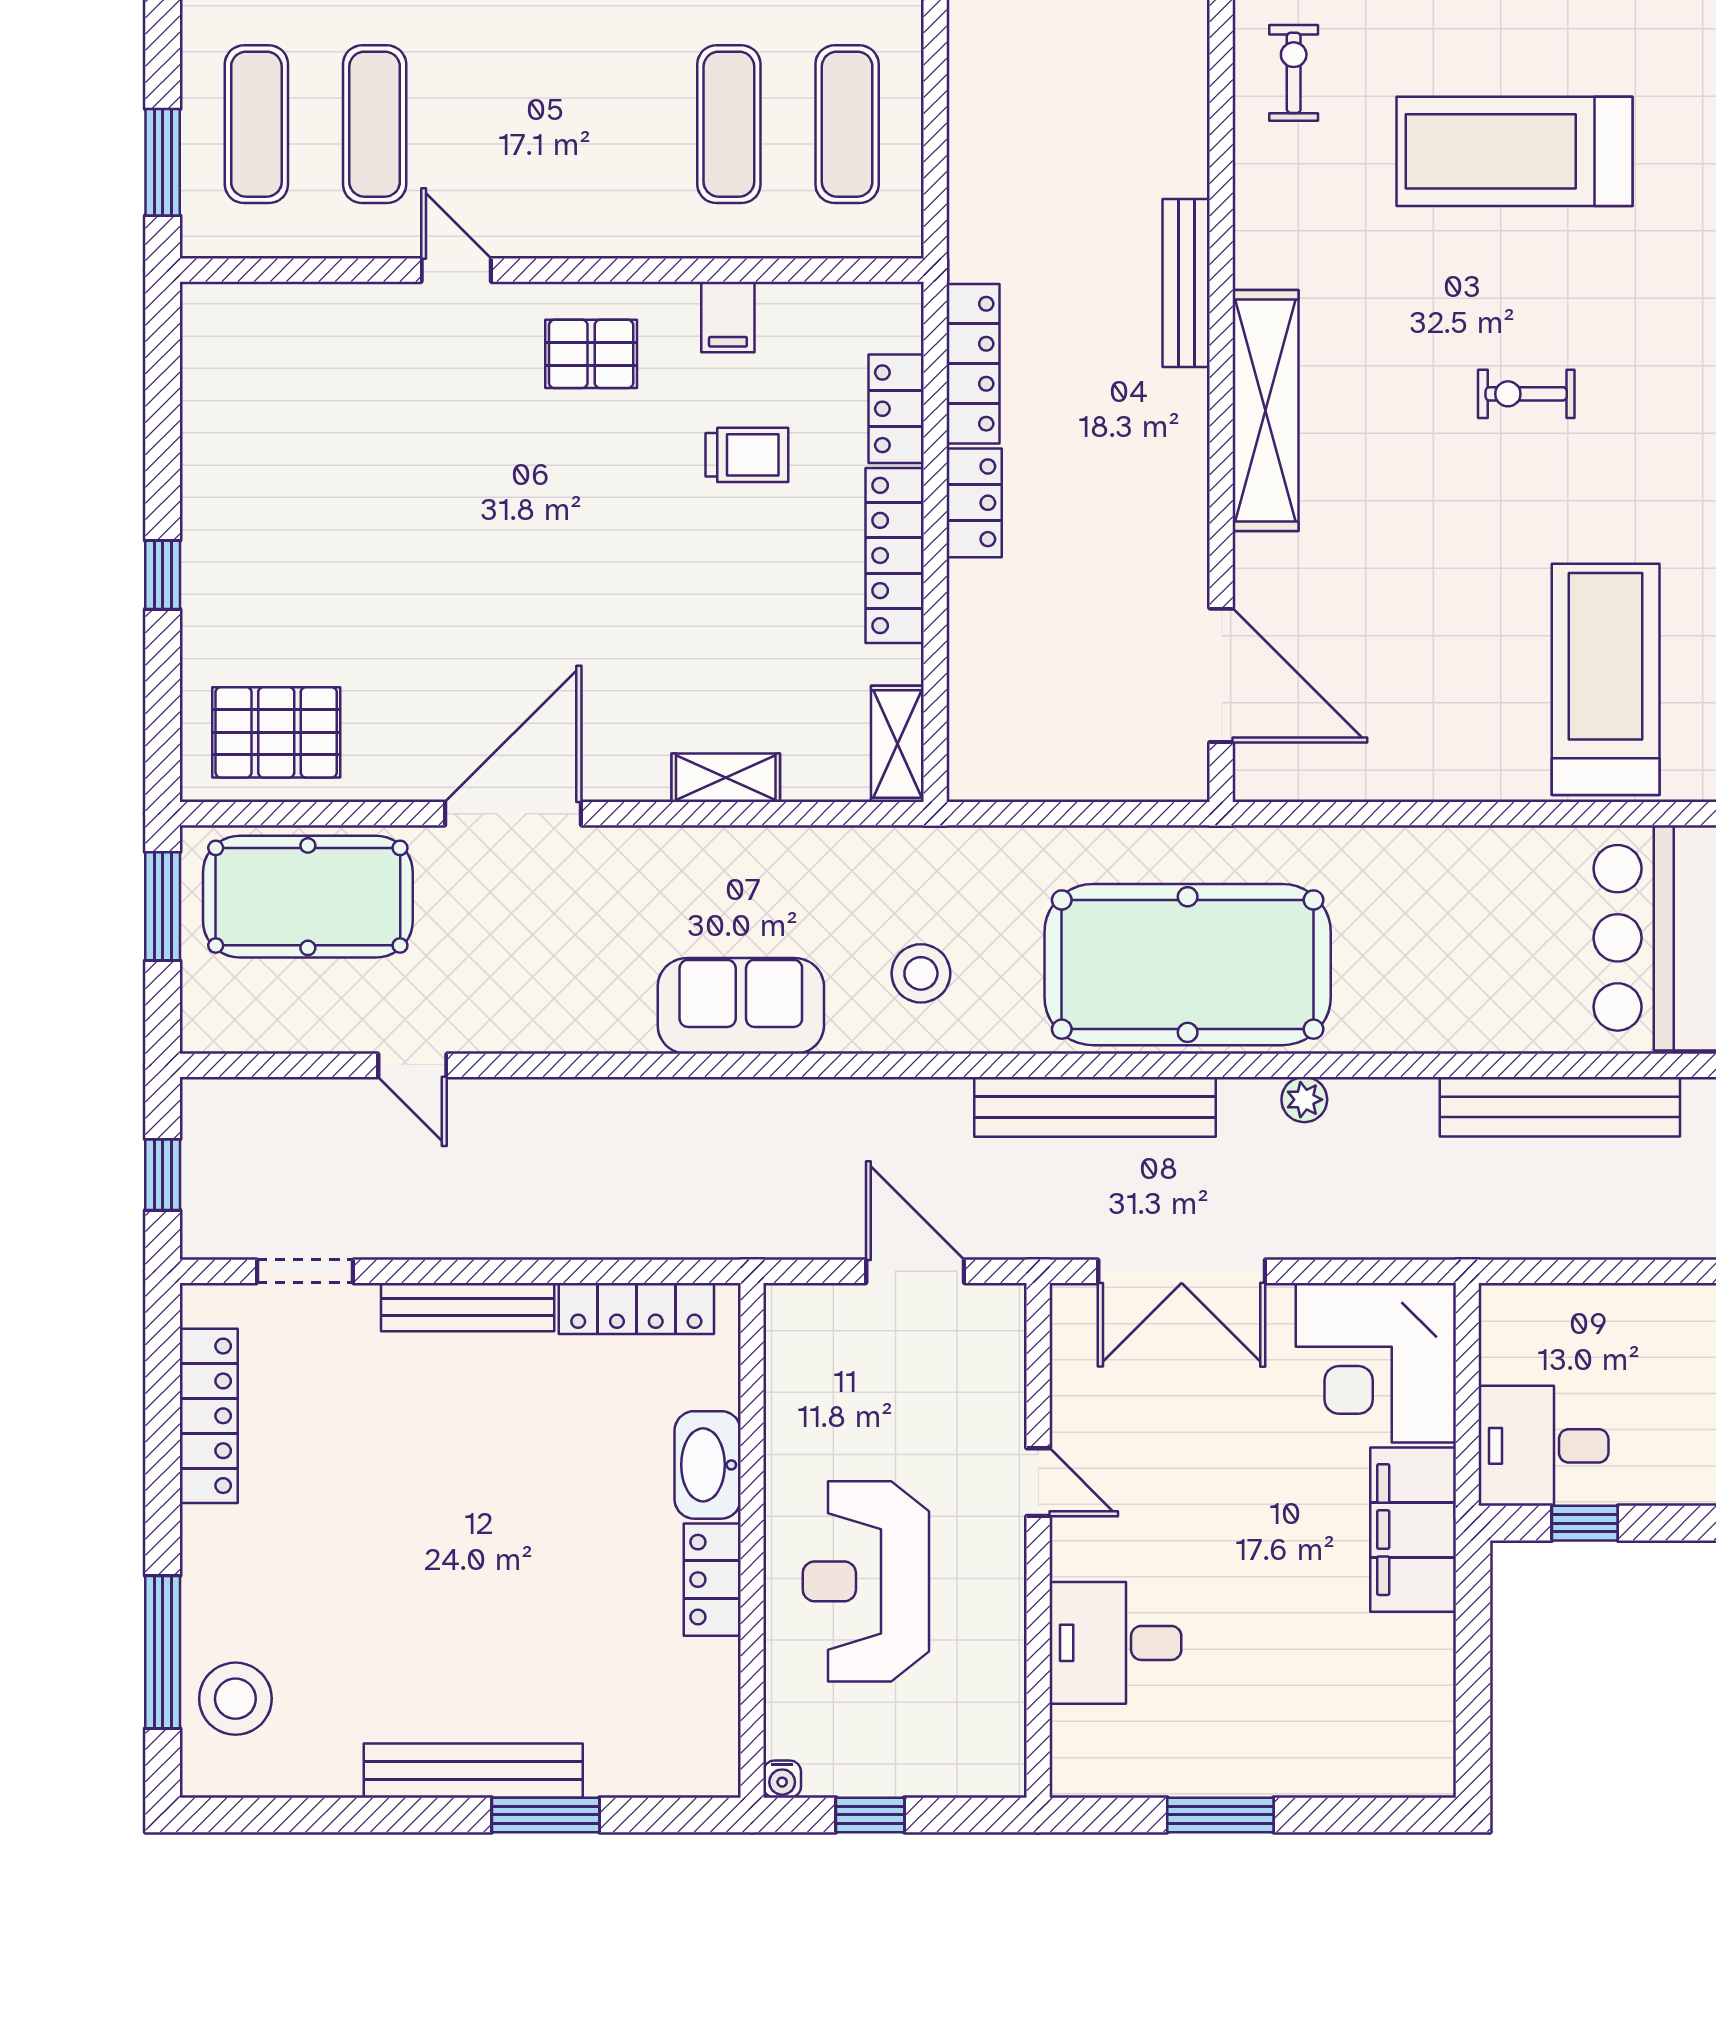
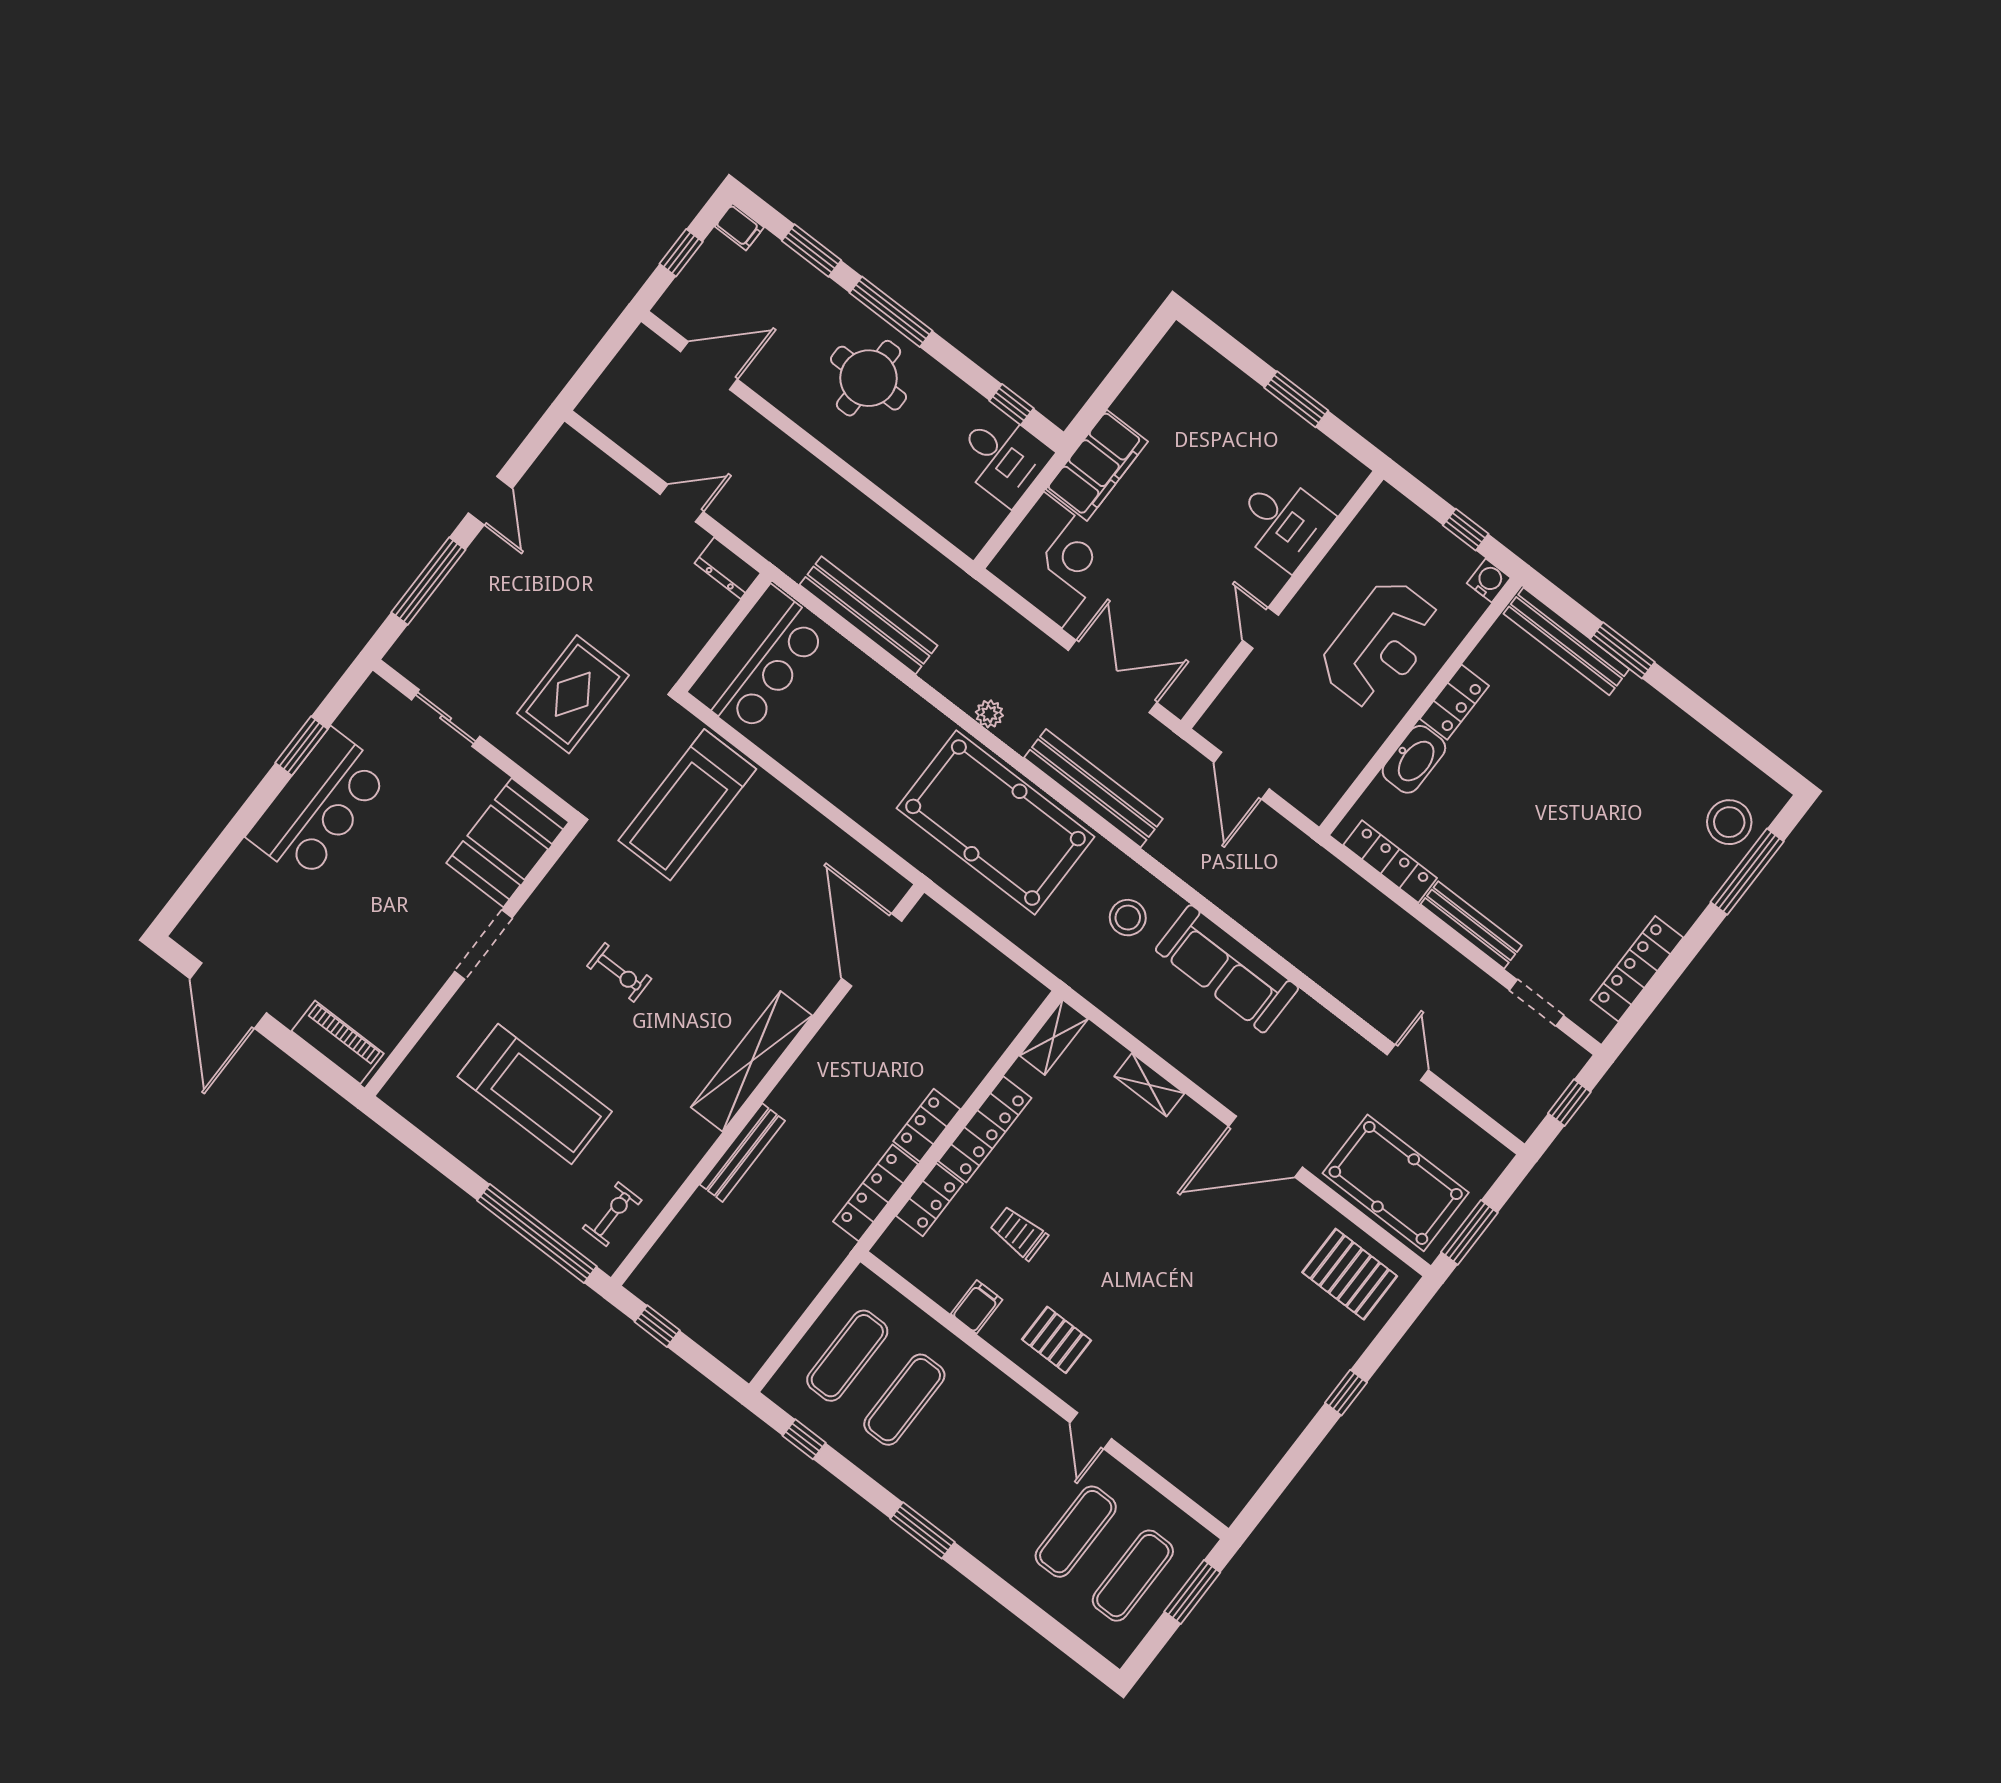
exercise bike: (1294, 73) -> (612, 1214), turned 180
sofa: (741, 1006) -> (1227, 969), width x1.36
bench: (473, 1771) -> (1566, 641), moved
water cooler: (782, 1779) -> (1489, 580), width x1.38, depth x1.38

